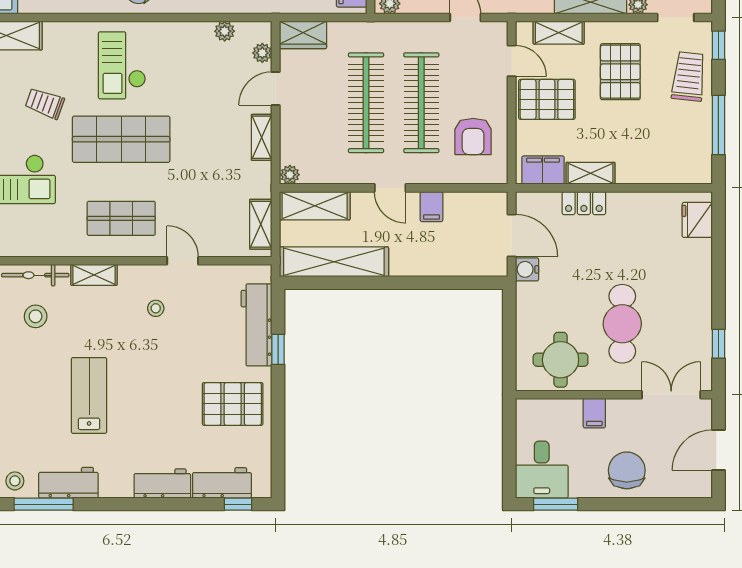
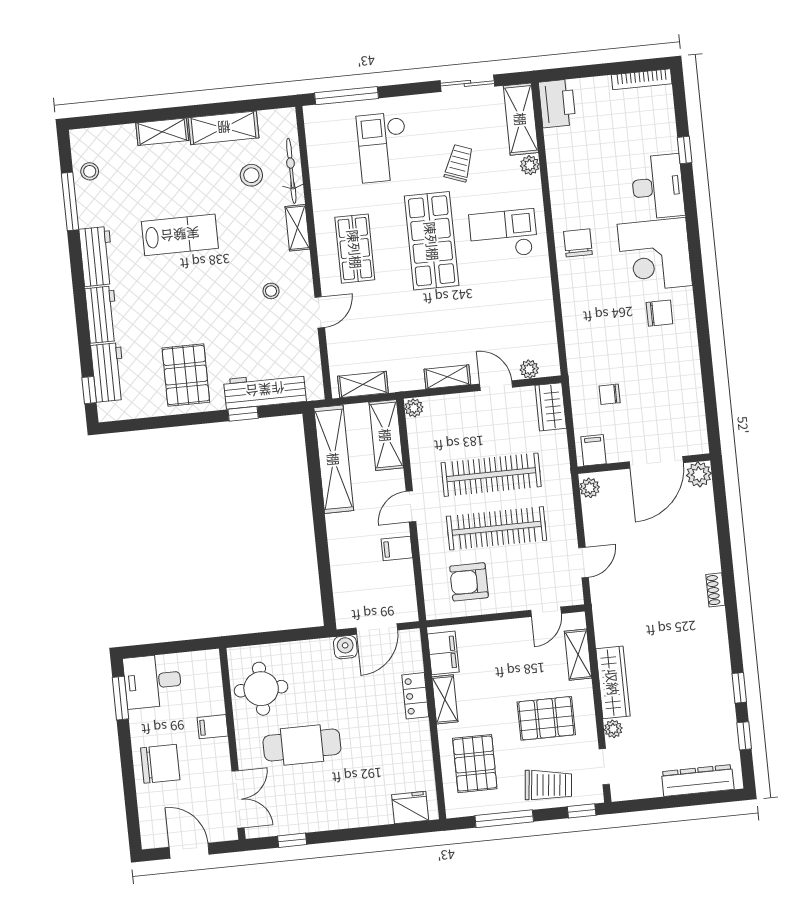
plant: (225, 31) -> (530, 165), moved
pallet: (547, 99) -> (475, 764), moved
workbench: (68, 483) -> (97, 256), moved

